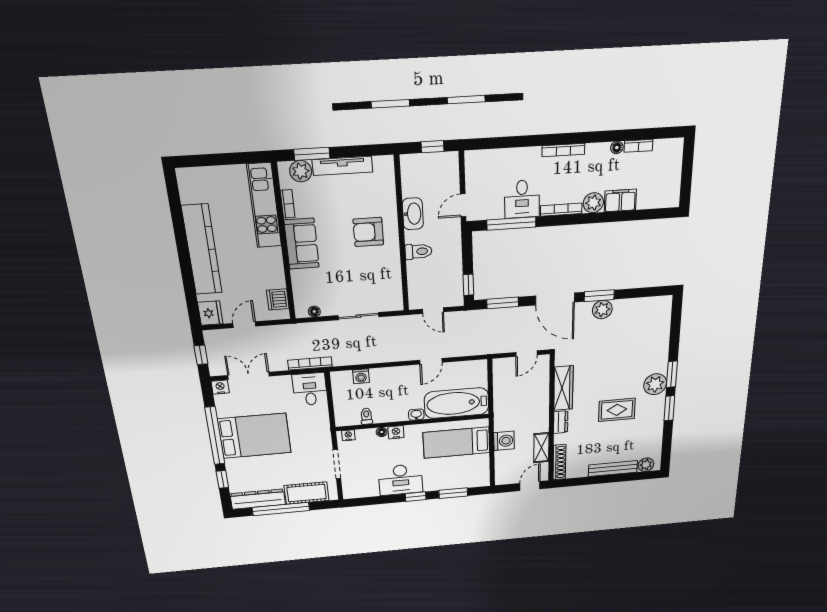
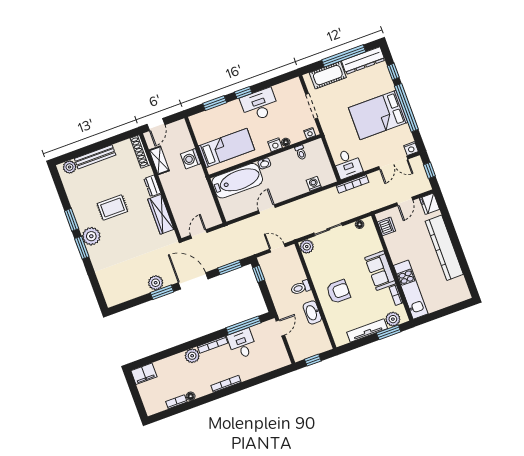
filing cabinet: (620, 201) -> (144, 374), moved
plant: (394, 302) -> (307, 247), added

